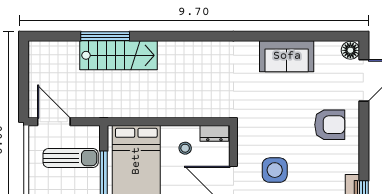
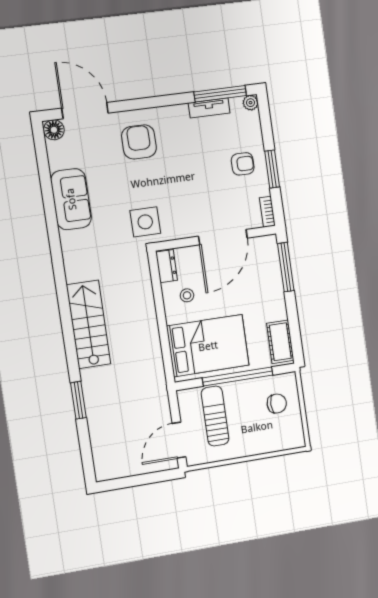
window: (105, 36) -> (78, 400), width x0.69
stairs: (119, 55) -> (88, 324), moved
side table: (275, 170) -> (145, 222), moved

